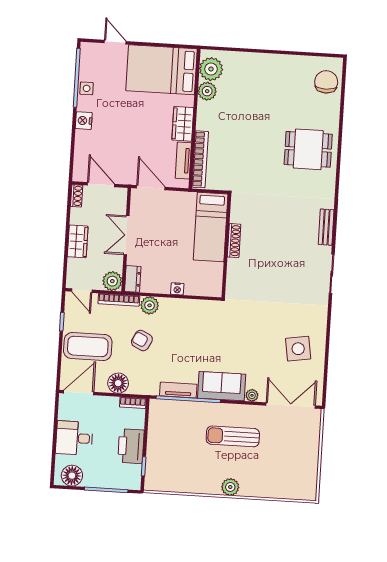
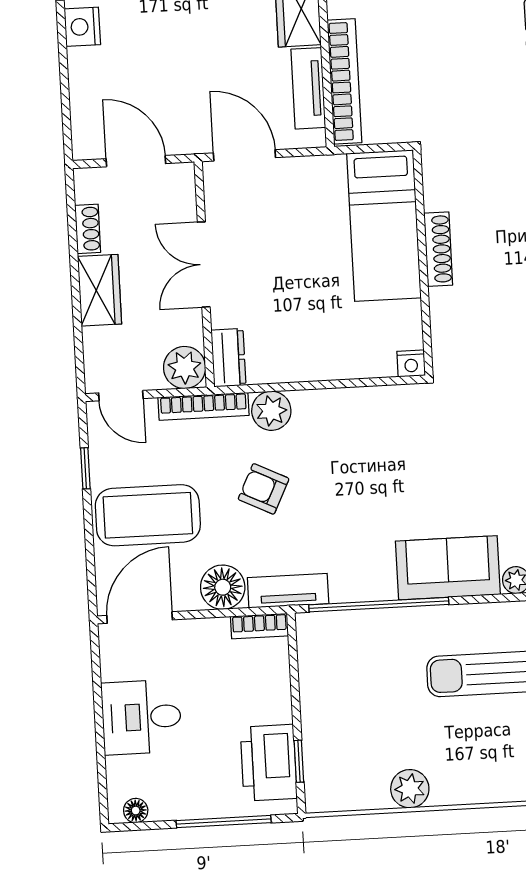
shoe rack: (77, 196) -> (88, 229), moved
nightstand: (177, 289) -> (411, 363), moved
tv unit: (178, 390) -> (288, 591), moved
printer: (131, 446) -> (269, 763), moved
floor lamp: (72, 476) -> (136, 811), width x0.53, depth x0.53
plant: (230, 487) -> (410, 789), moved

